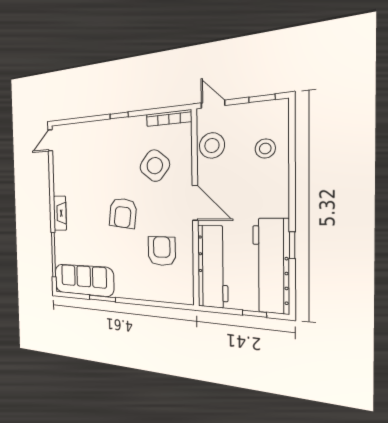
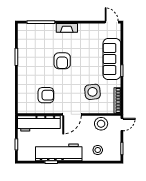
side table: (155, 166) -> (93, 92), turned 45
armchair: (123, 213) -> (62, 61), moved, turned -97
workbench: (271, 266) -> (59, 152), moved
sofa: (84, 280) -> (112, 59), moved, turned 180

